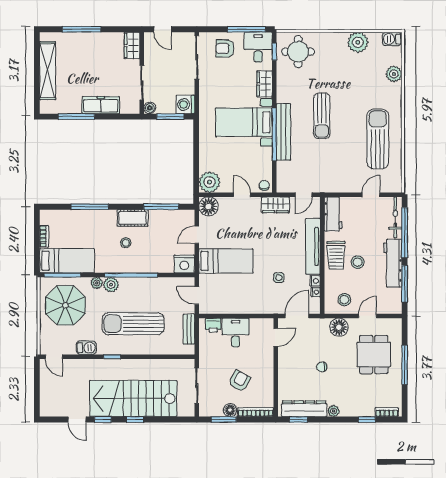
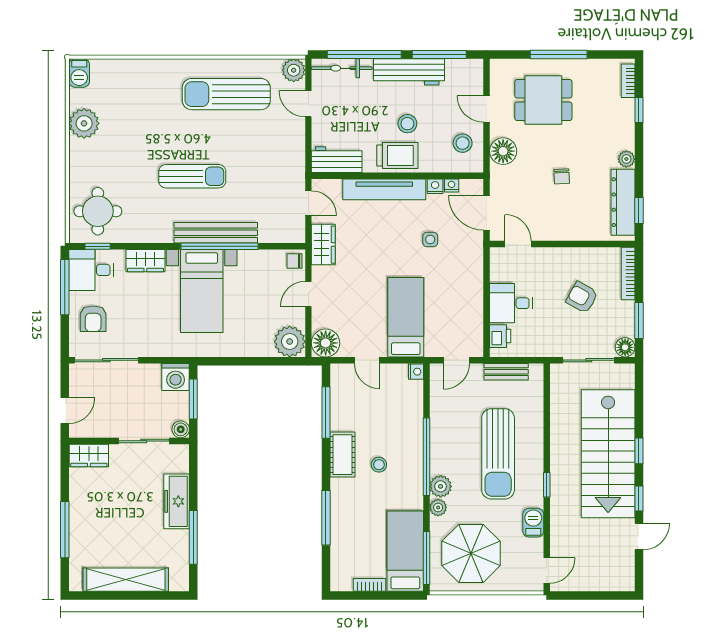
plant: (394, 74) -> (294, 70), moved
nightstand: (184, 264) -> (416, 372), width x0.53, depth x0.56
floor lamp: (230, 410) -> (625, 347), moved

